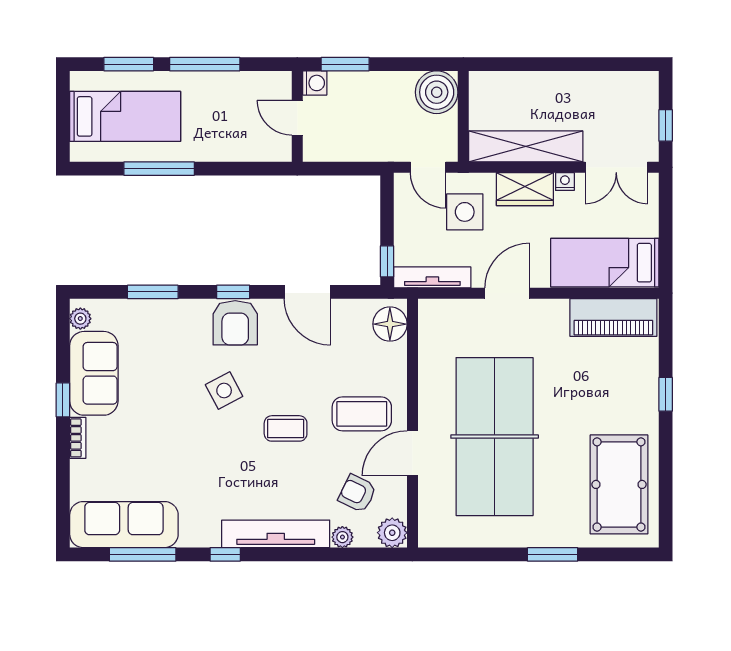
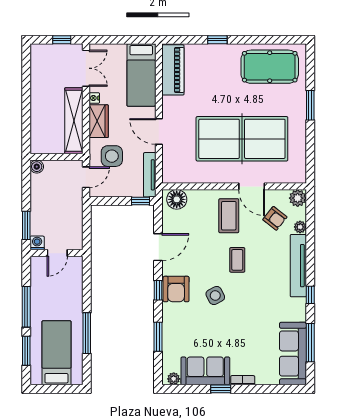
boiler: (437, 92) -> (37, 167), width x0.54, depth x0.54
armchair: (235, 323) -> (176, 289), turned 90
armchair: (357, 493) -> (275, 218), turned -78

